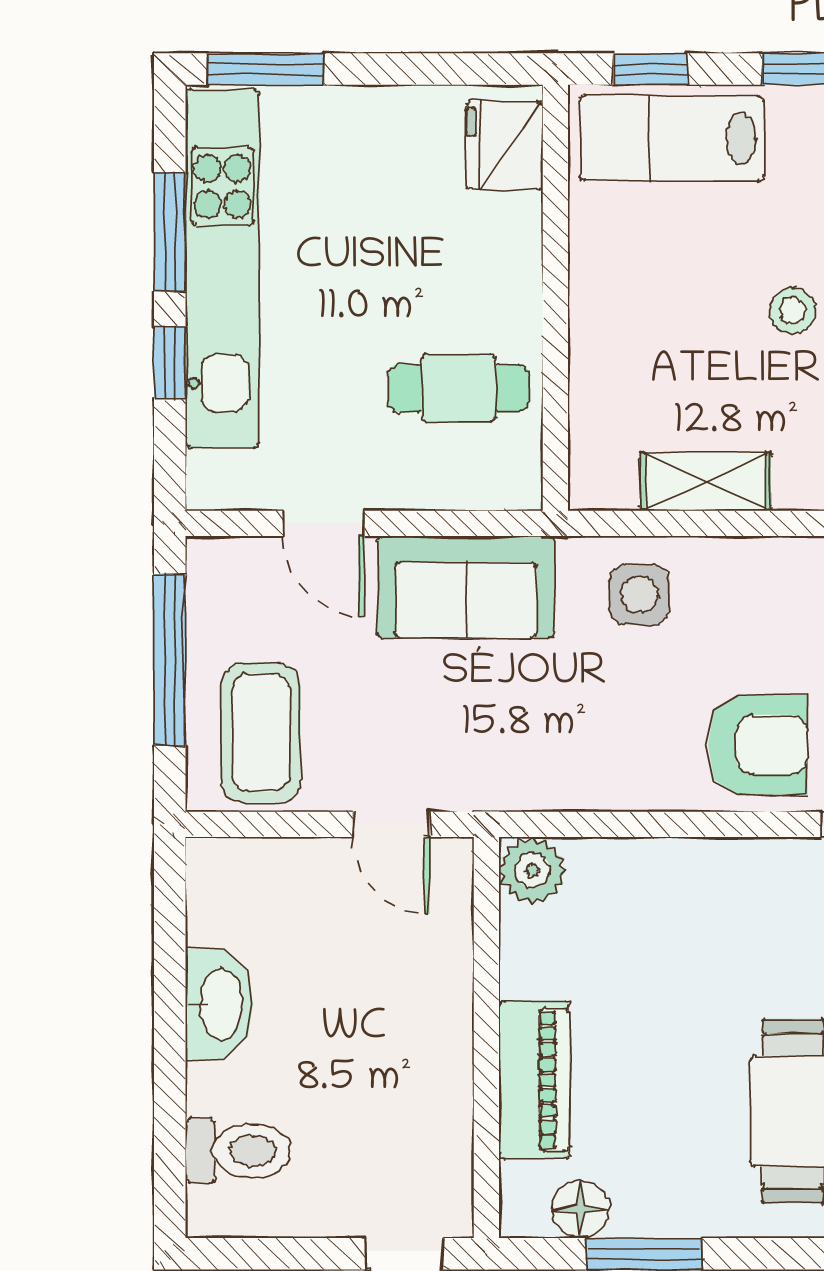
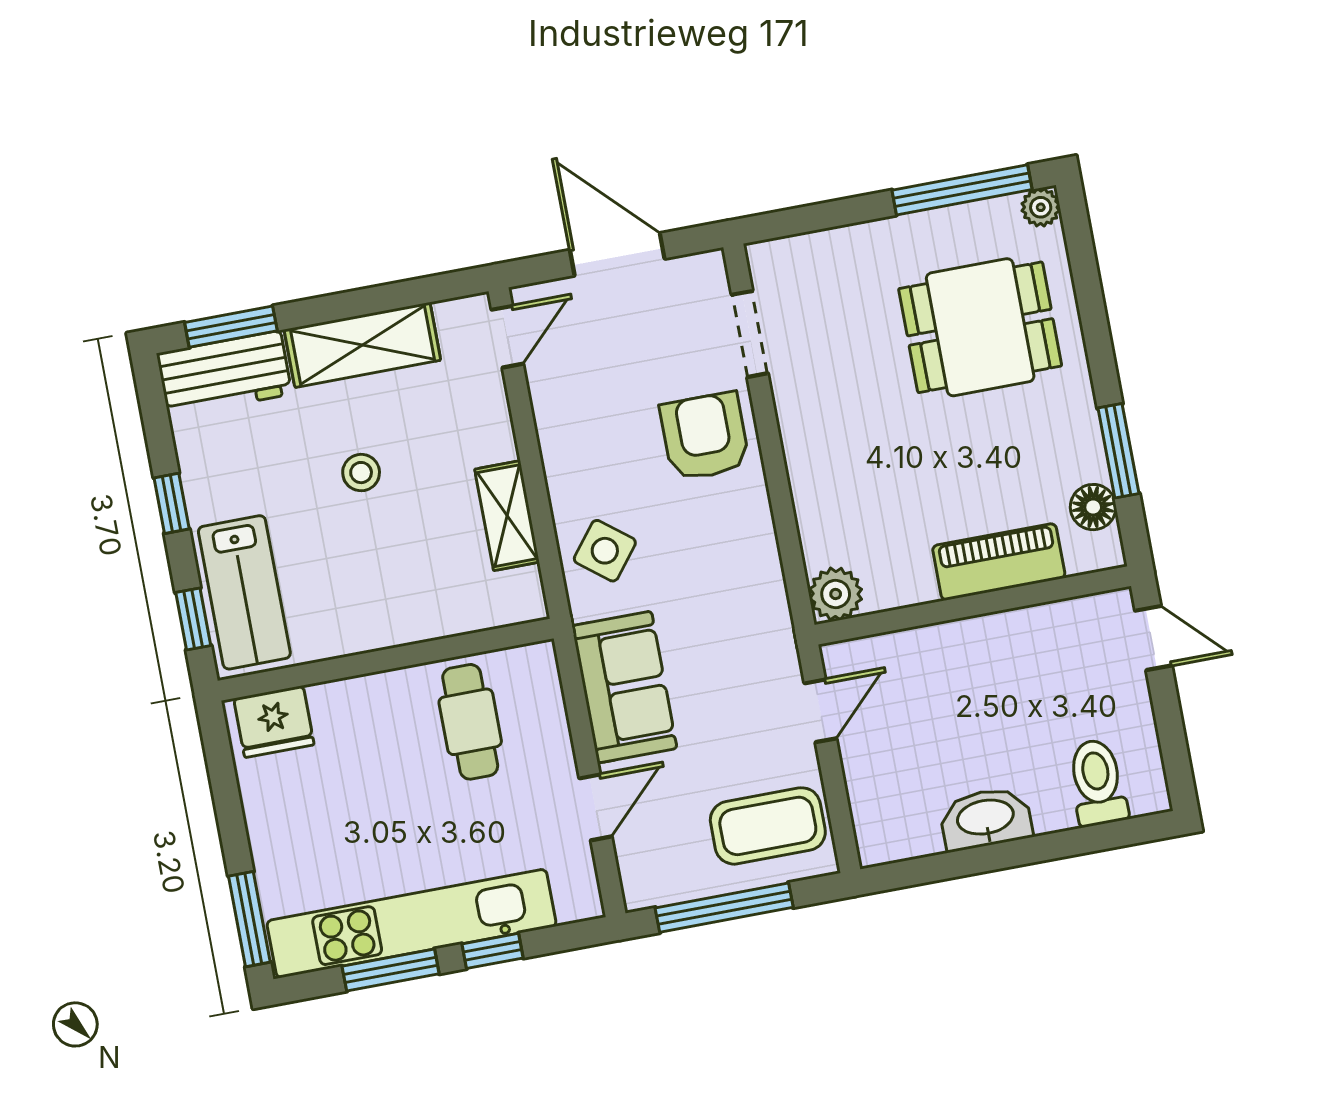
side table: (639, 594) -> (605, 551), turned 38

